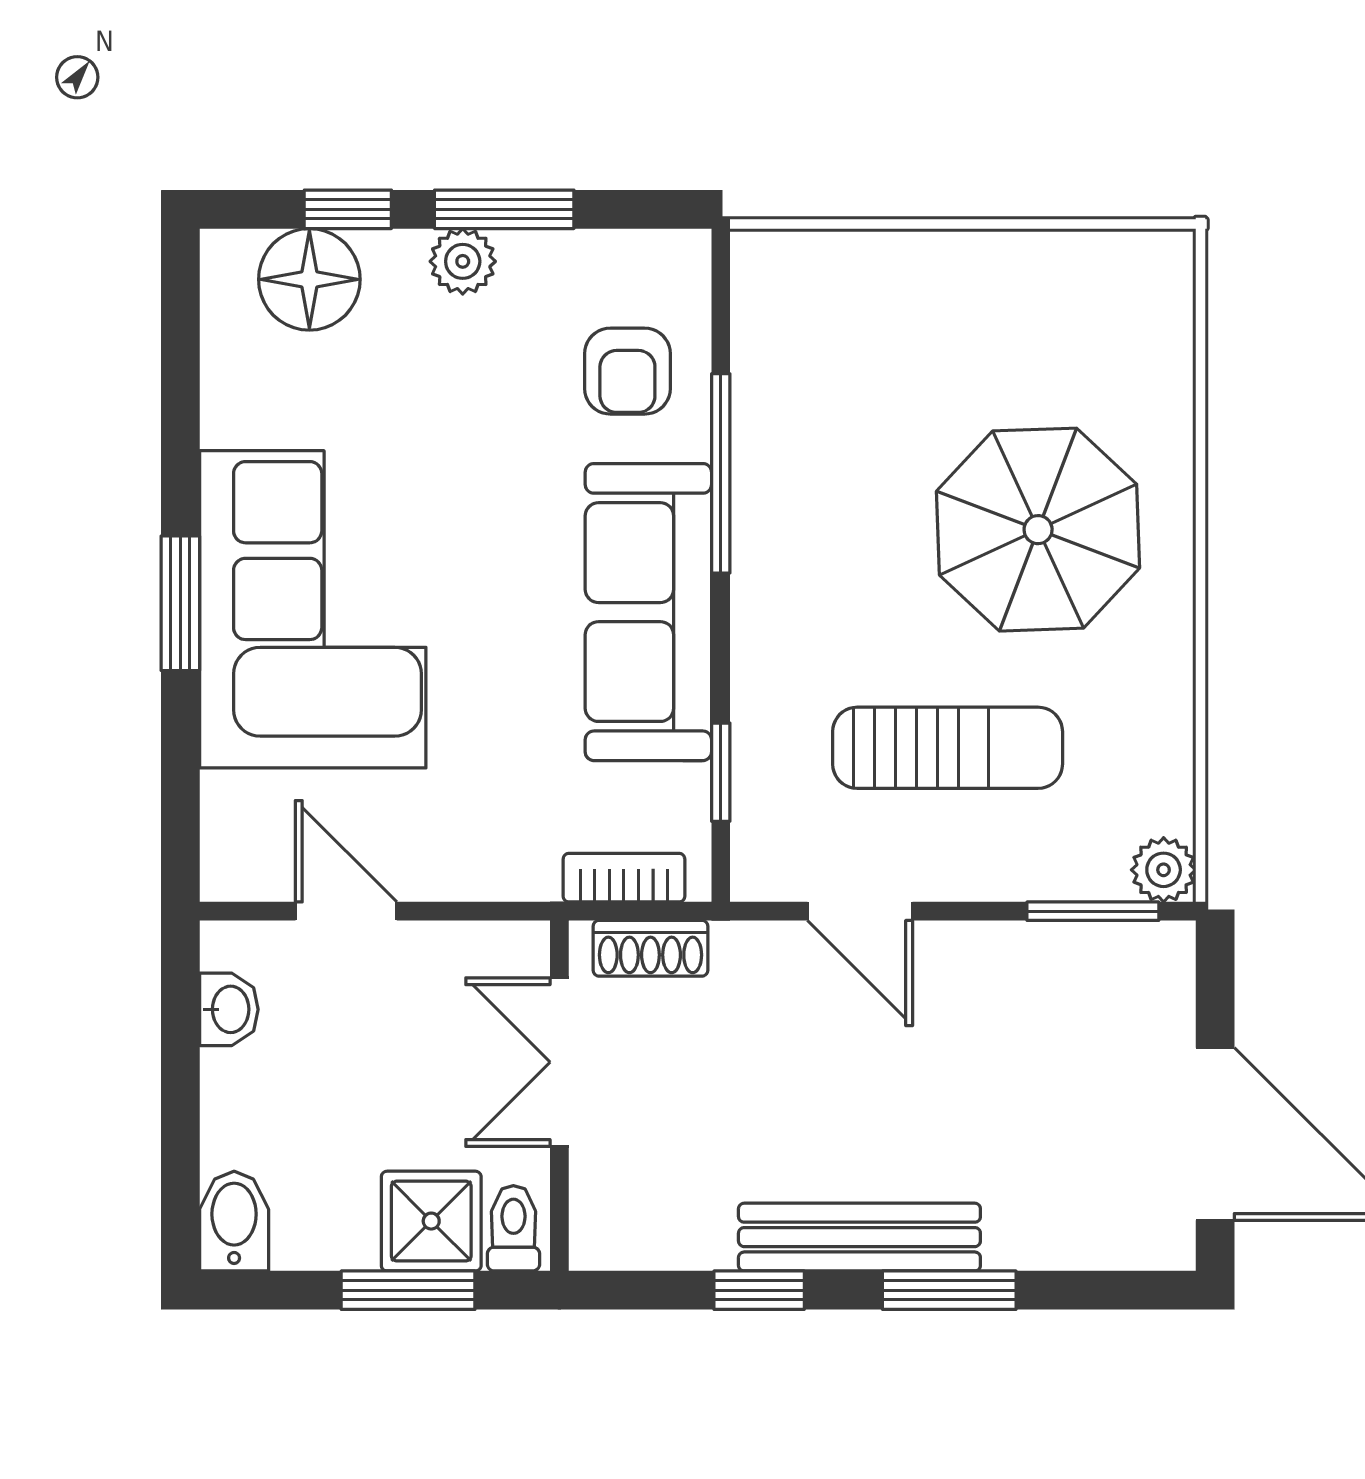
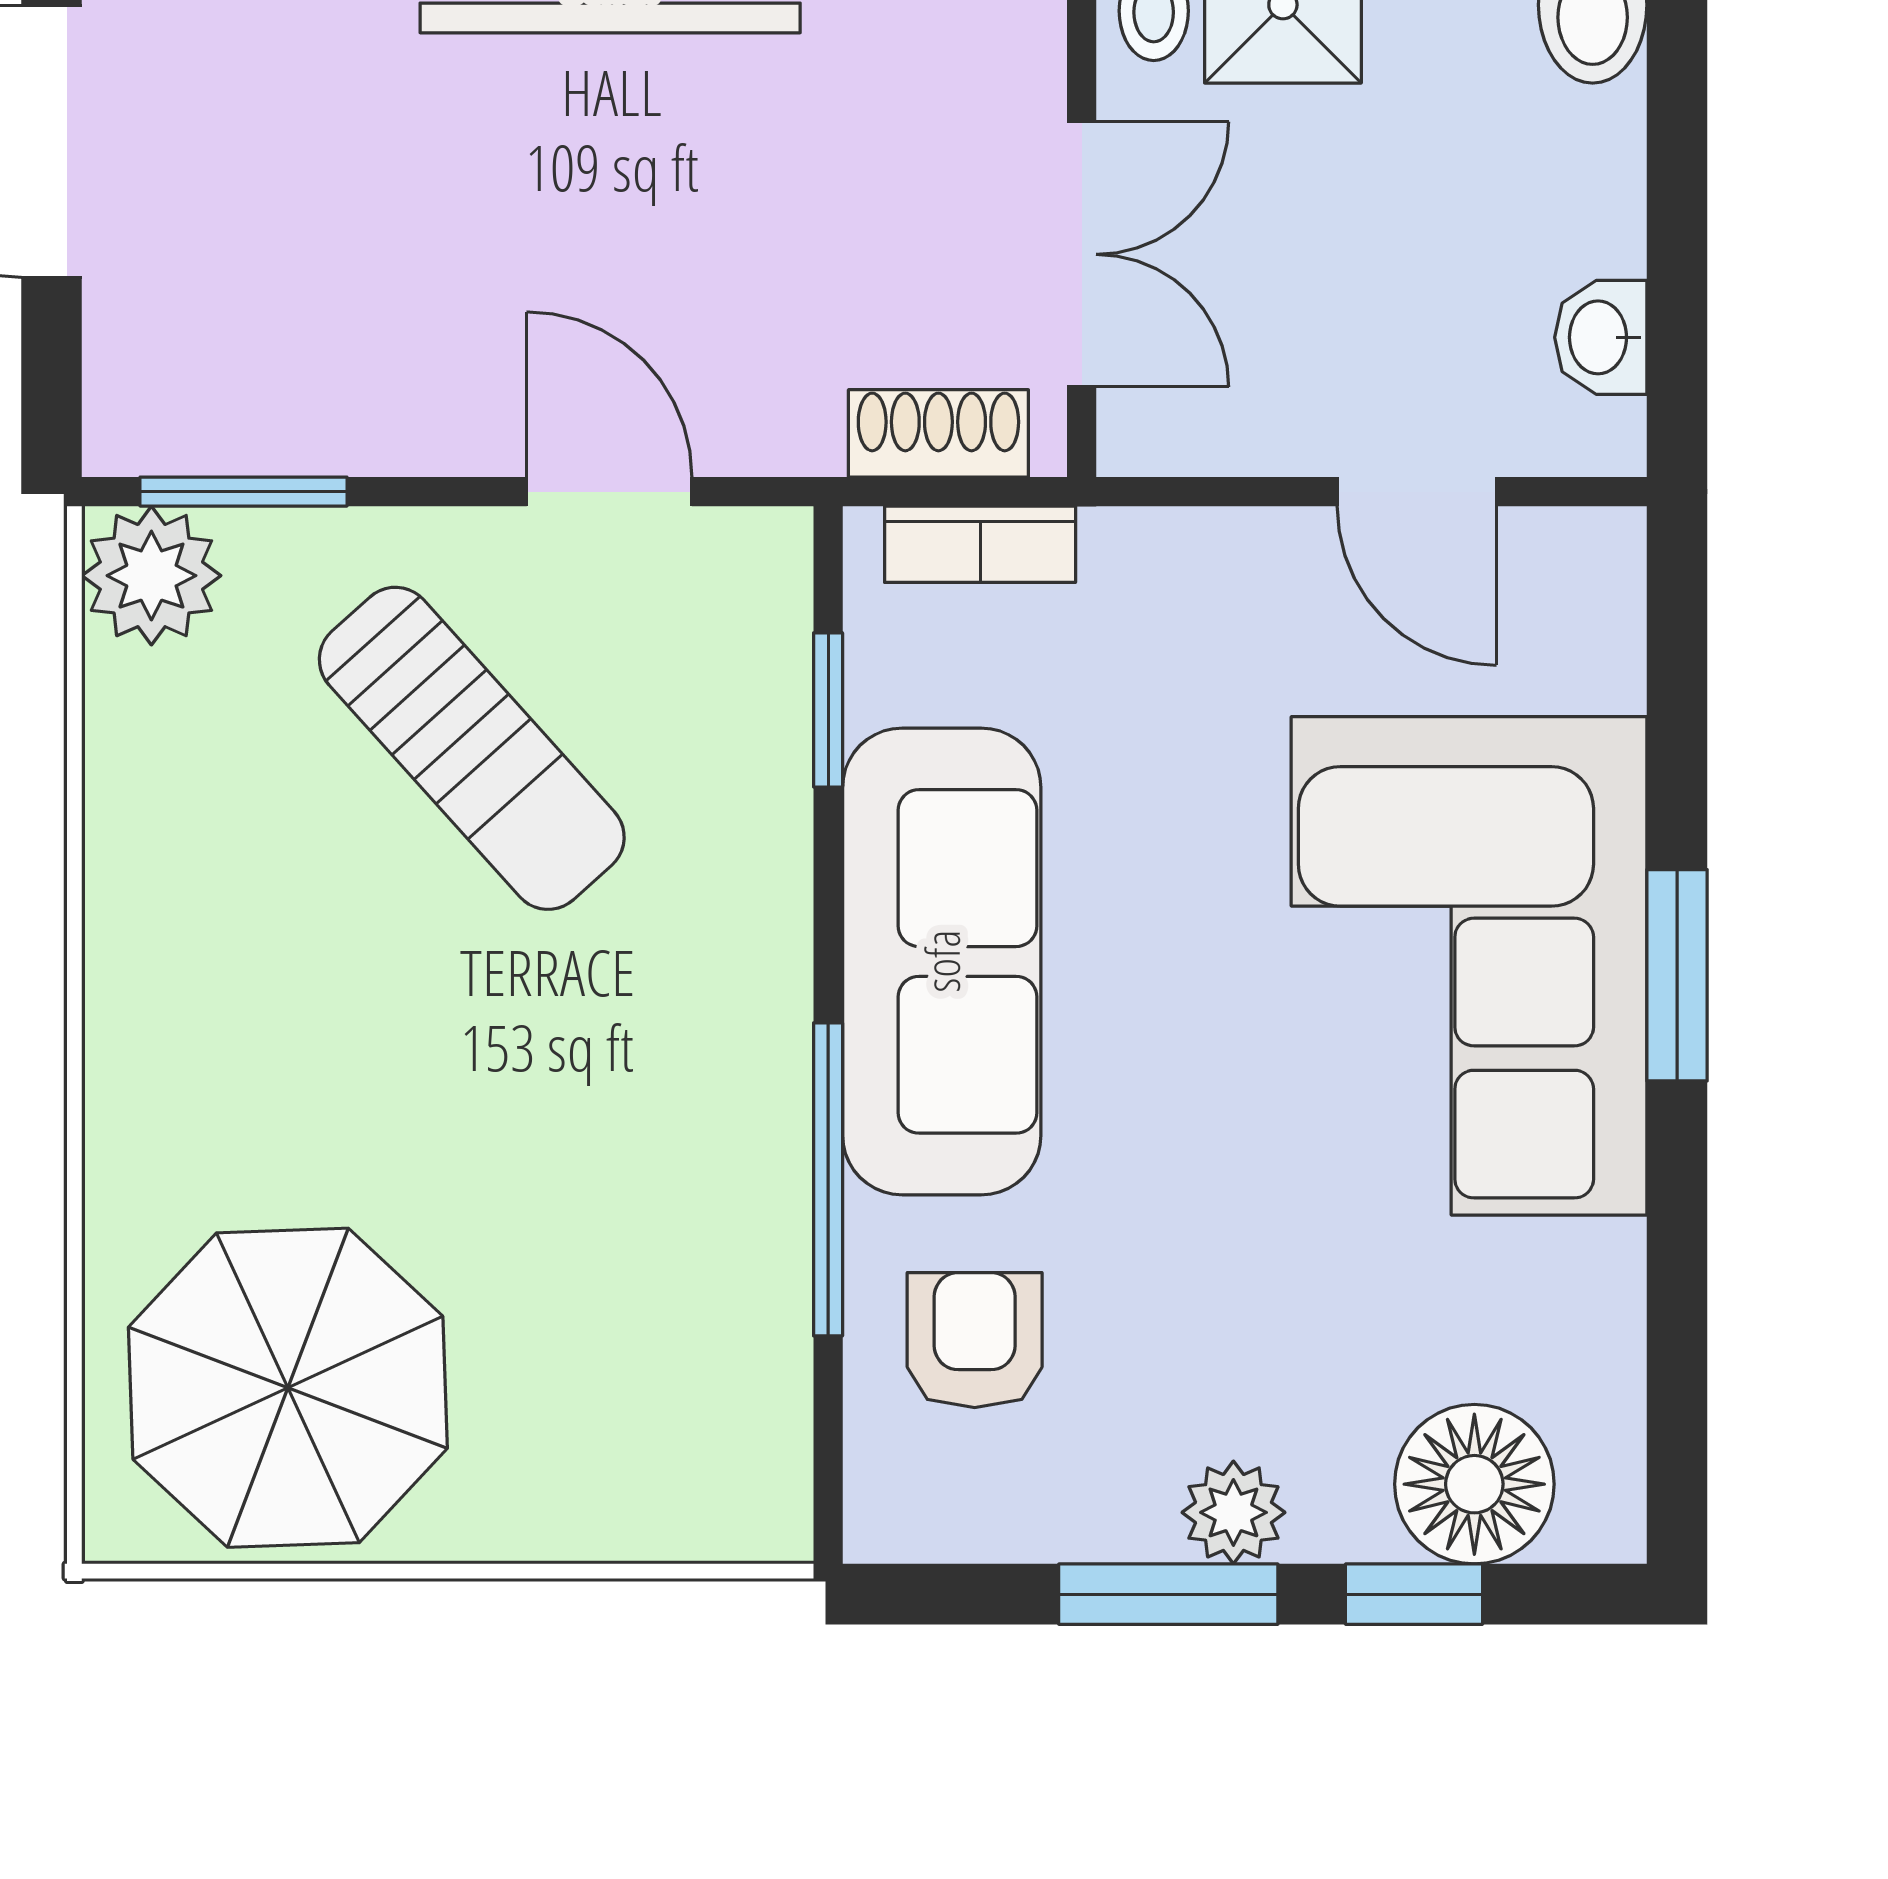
parasol: (1038, 530) -> (288, 1388), moved
sun lounger: (948, 748) -> (472, 748), turned -132
plant: (1164, 870) -> (151, 576), width x1.38, depth x1.38

